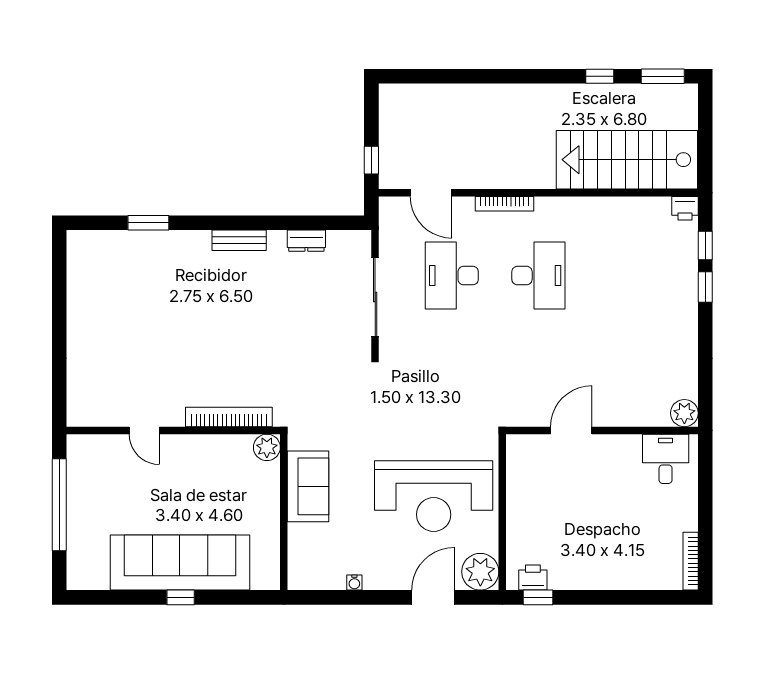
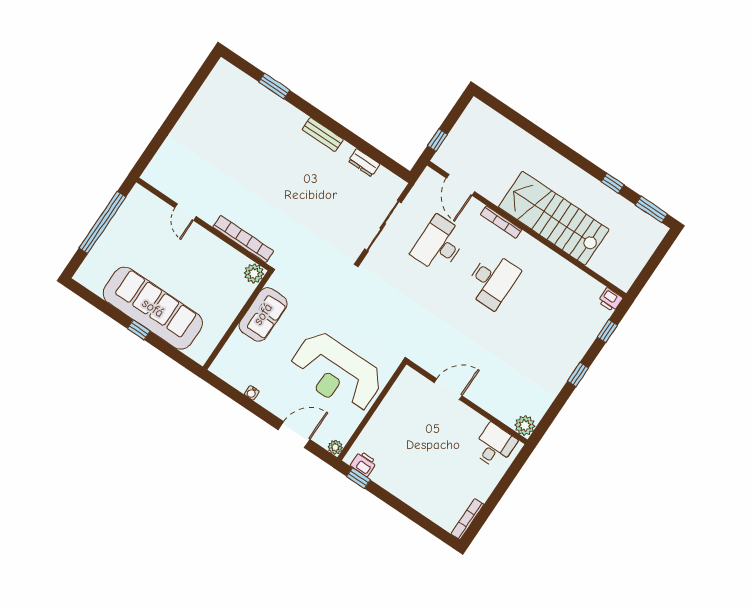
stairs: (627, 160) -> (554, 218), moved
window: (705, 287) -> (578, 375), moved
plant: (480, 572) -> (335, 447), width x0.53, depth x0.53

